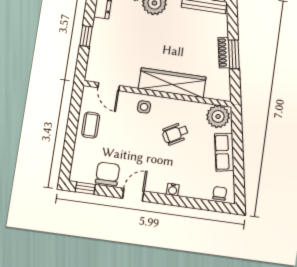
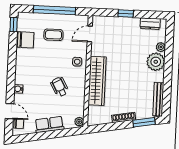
window: (234, 54) -> (144, 122), moved
plant: (218, 116) -> (79, 122), width x0.53, depth x0.53
coffee table: (91, 125) -> (53, 35), moved
window: (71, 131) -> (54, 10), added
door: (133, 195) -> (10, 111), moved

